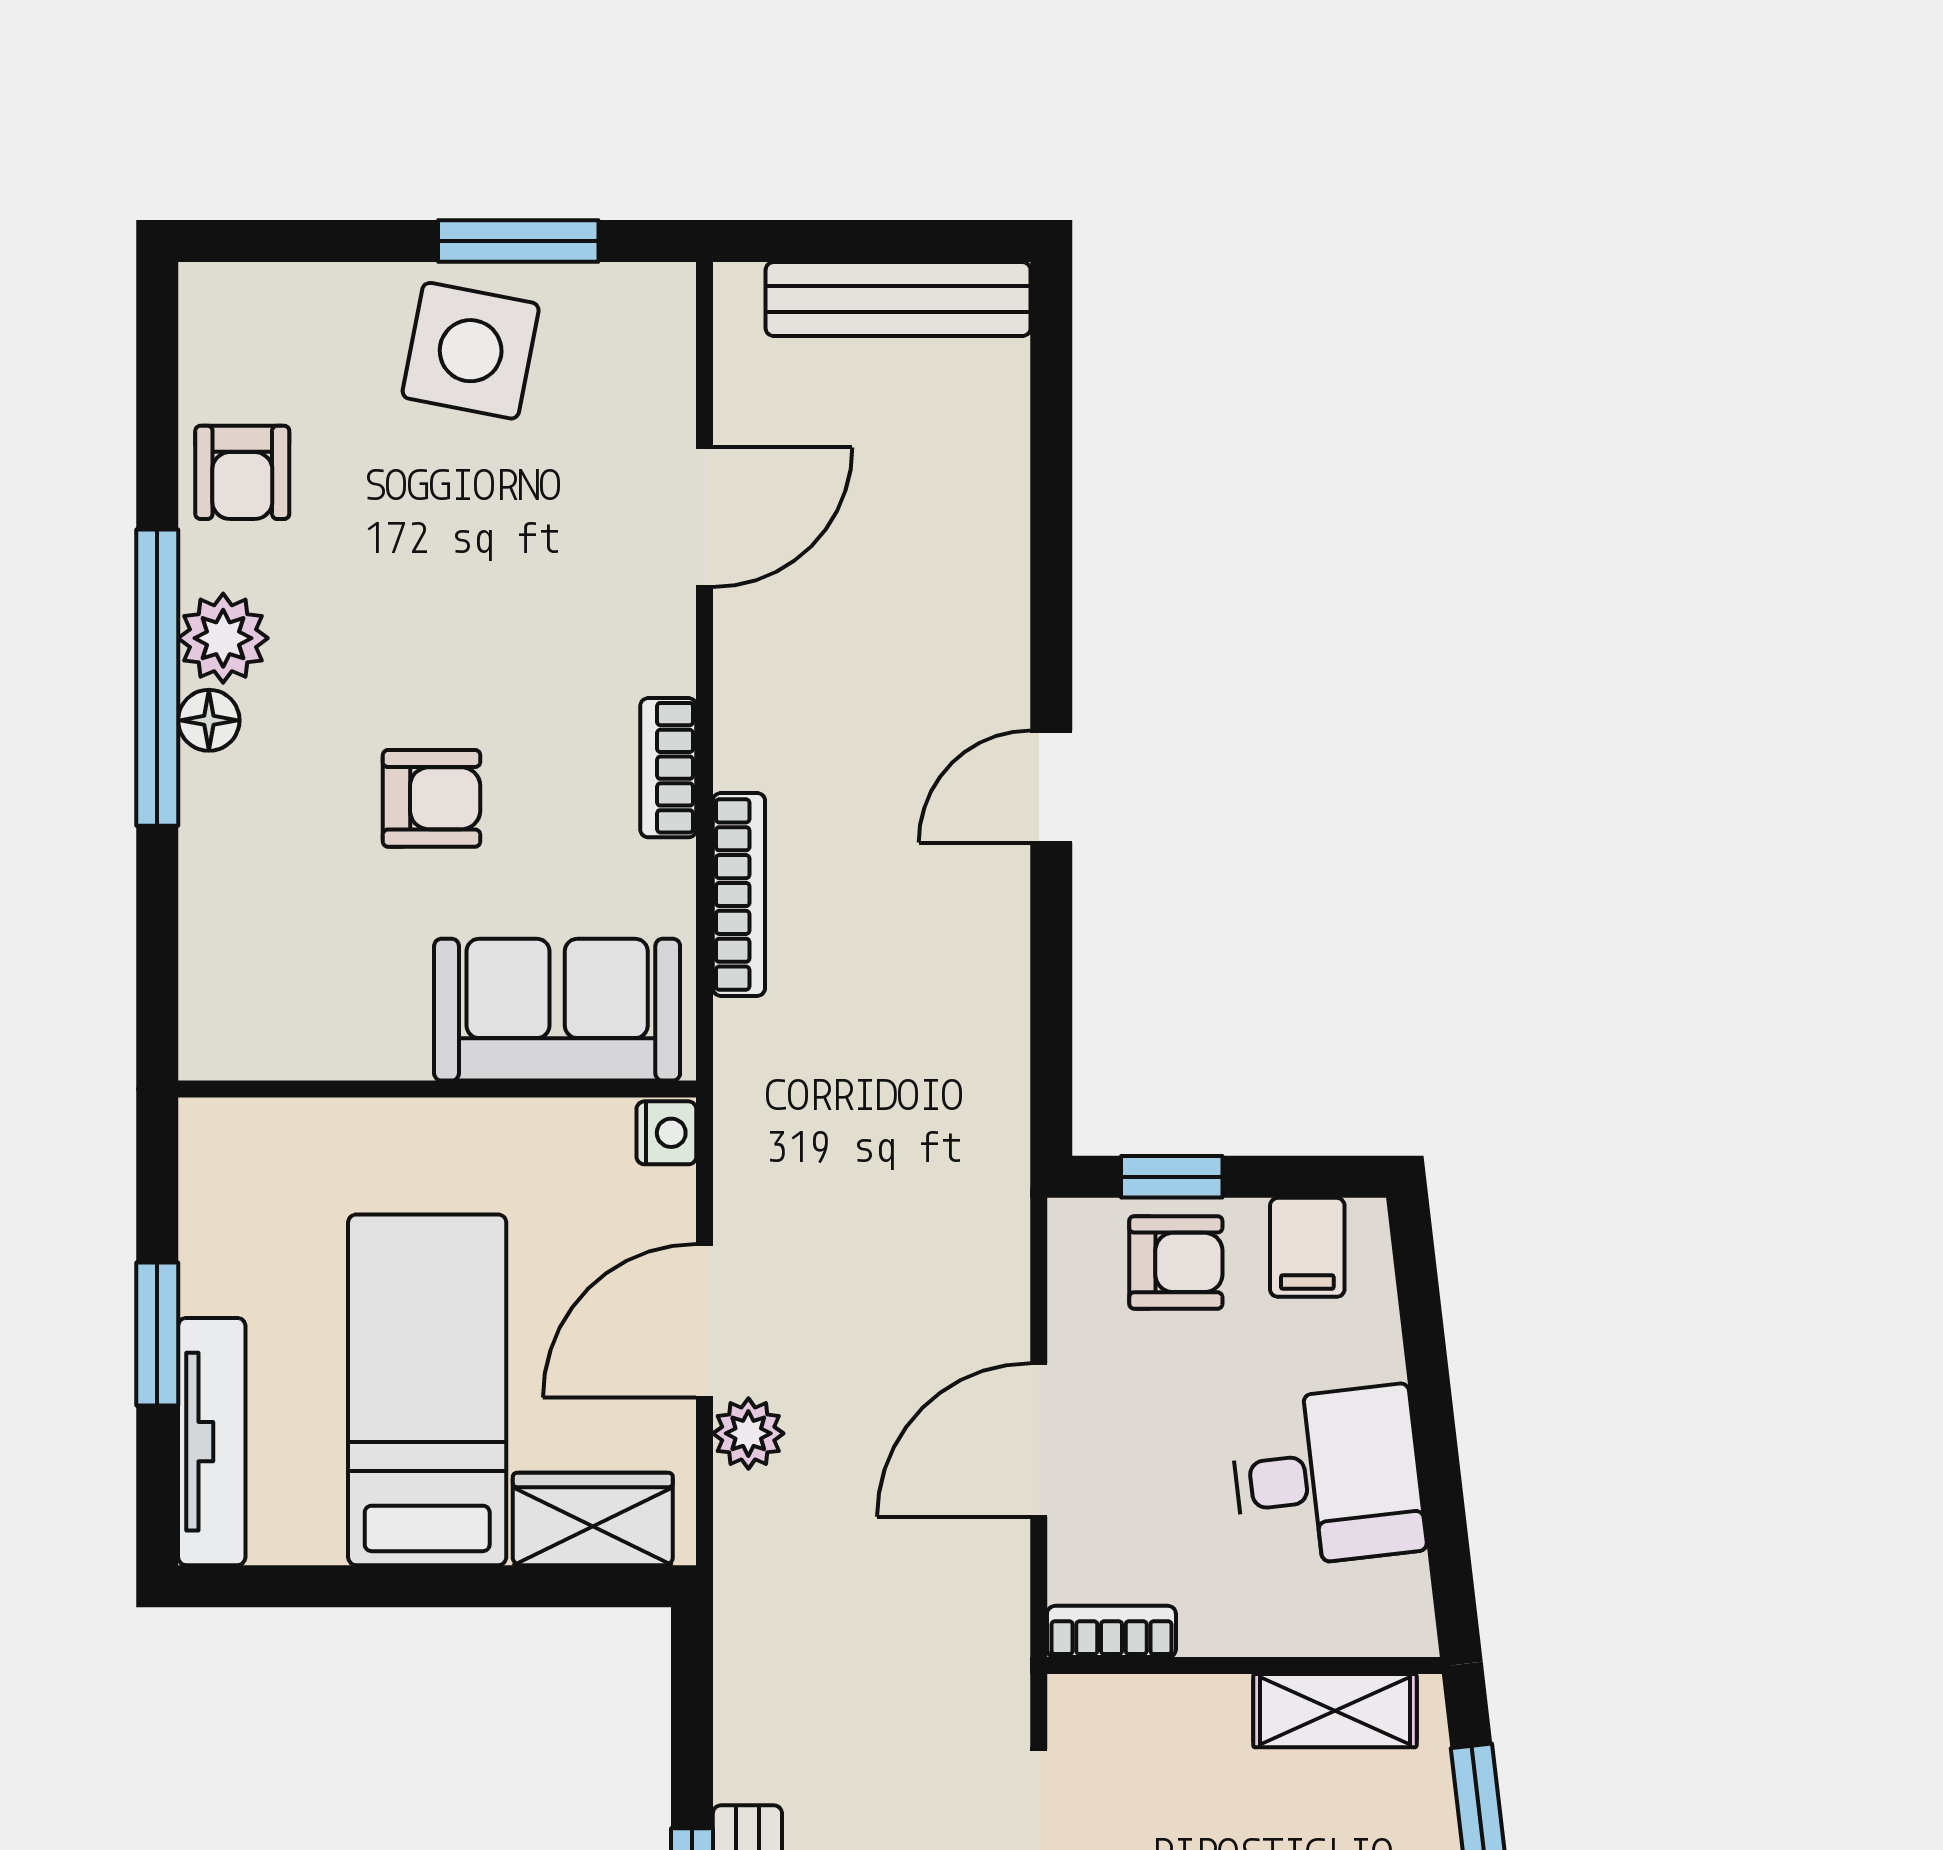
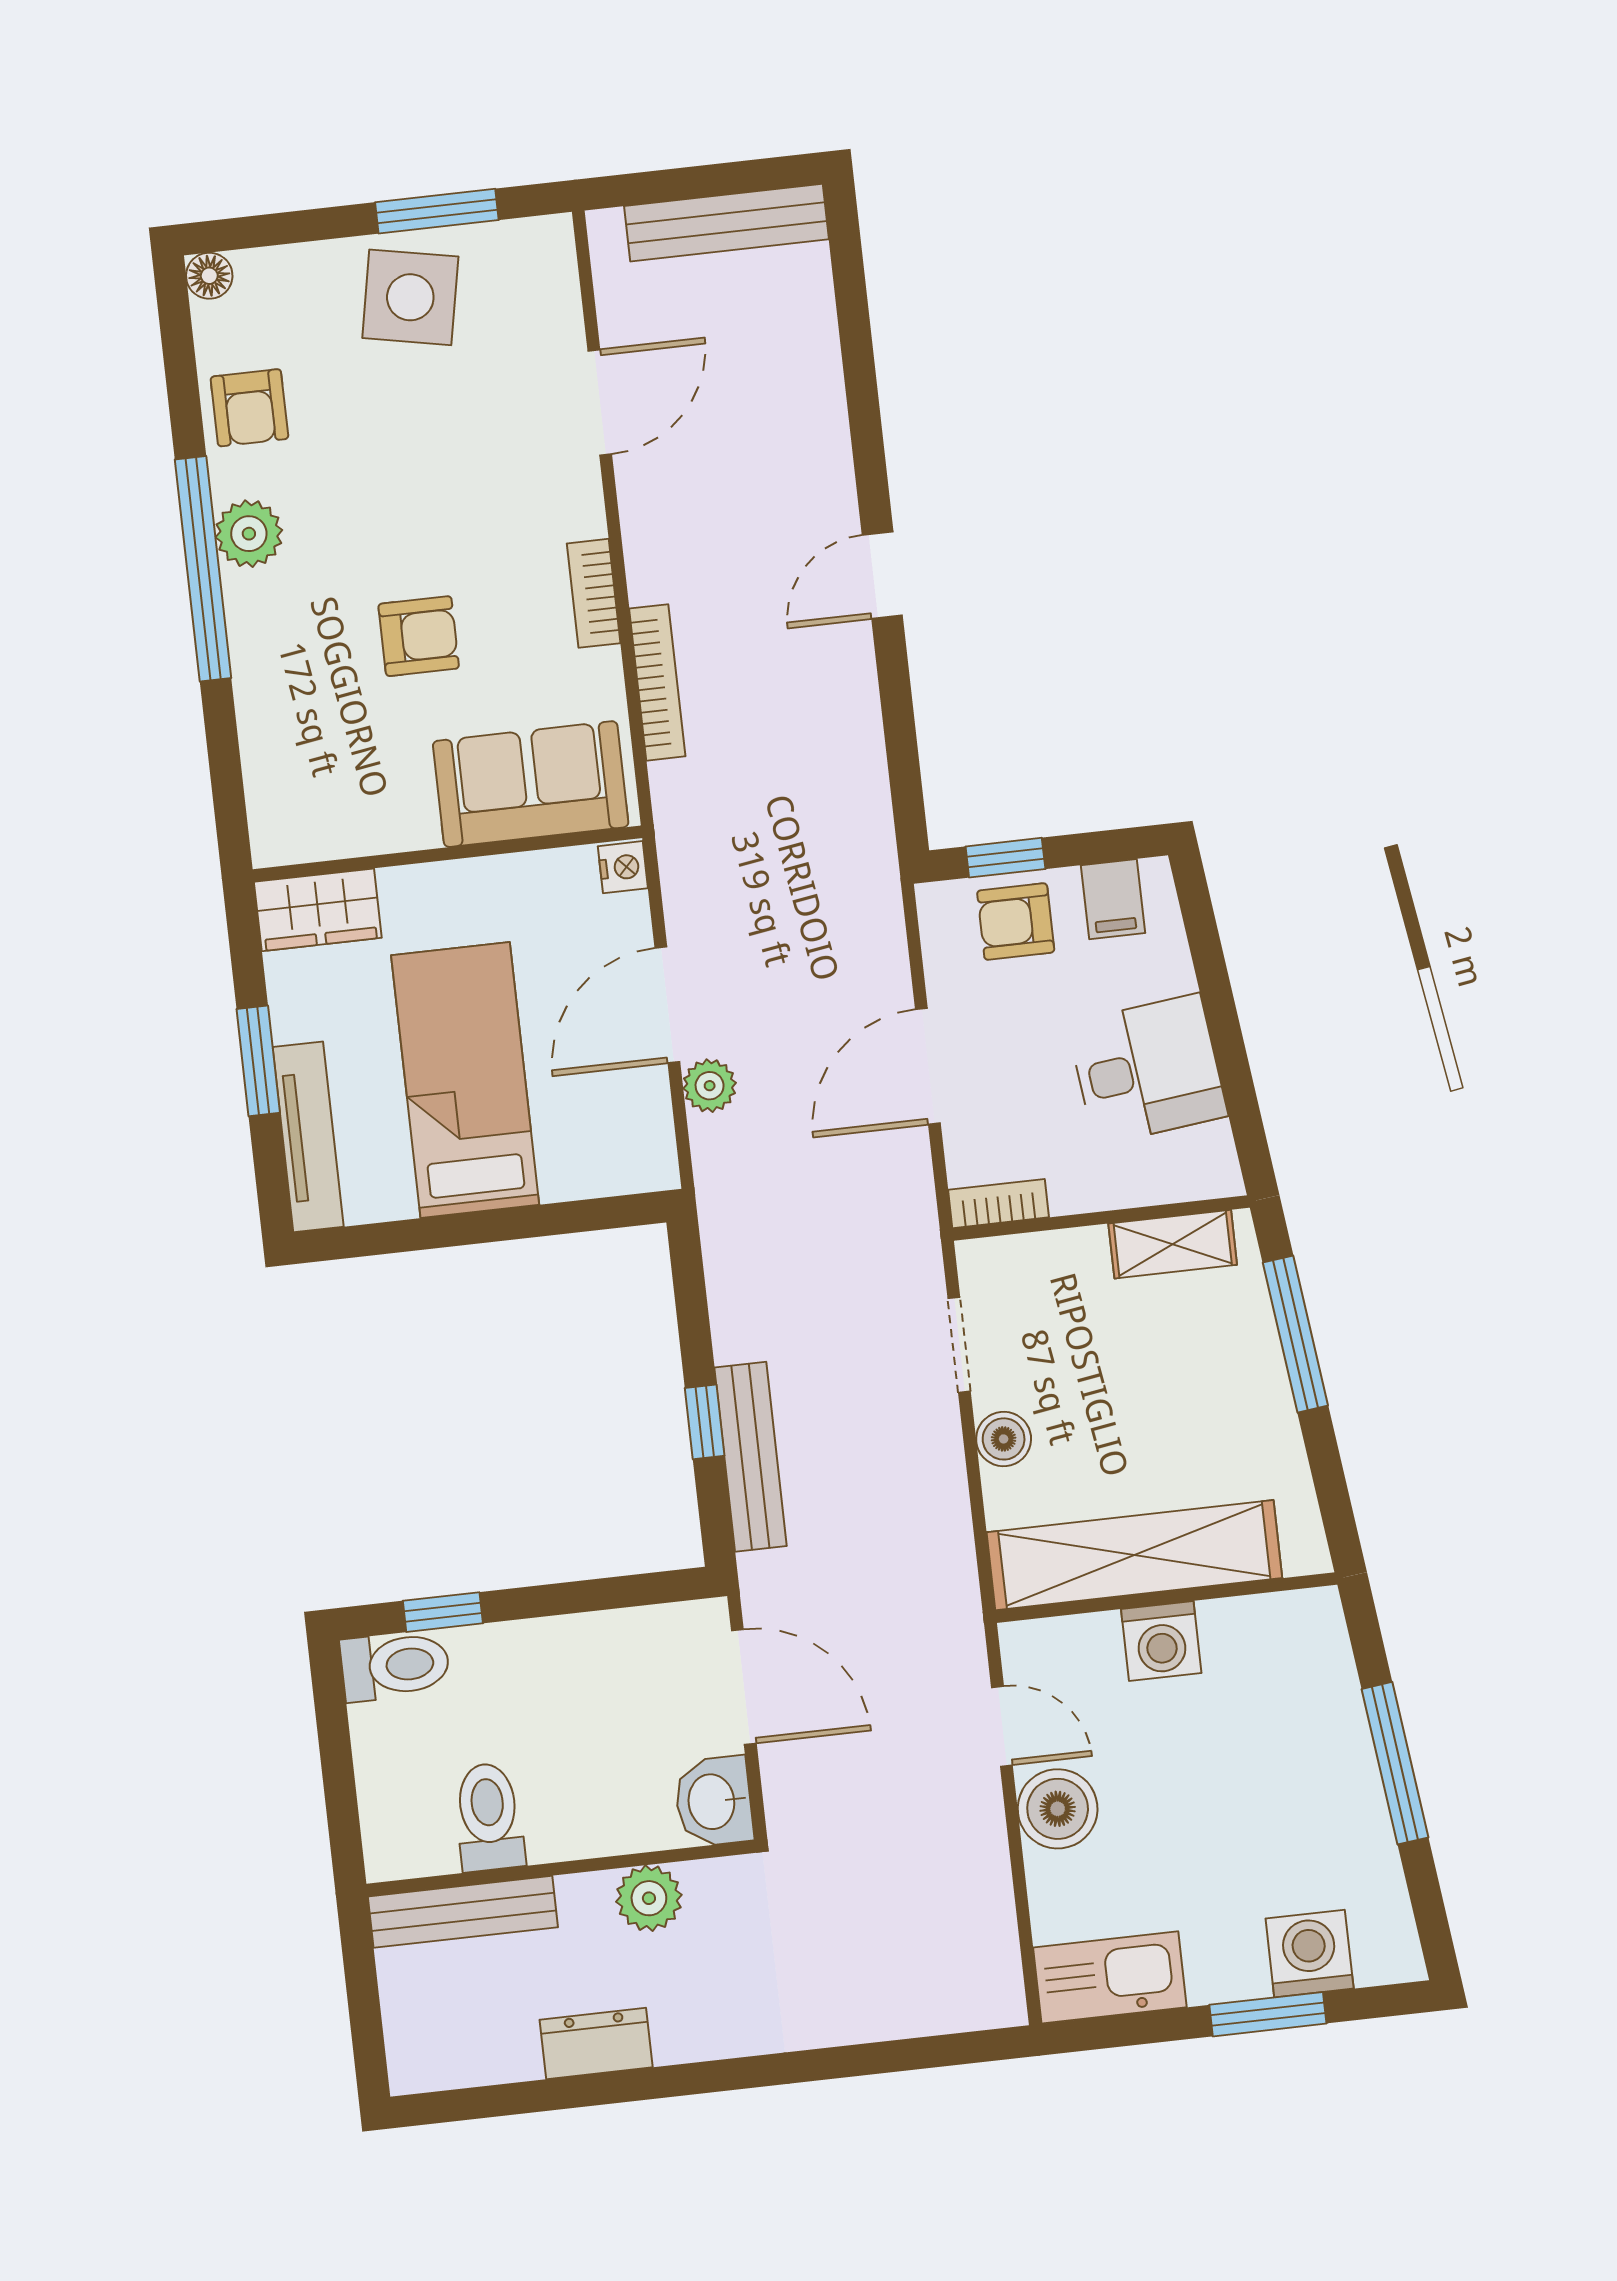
floor lamp: (209, 720) -> (209, 276), moved
armchair: (1176, 1262) -> (1016, 922), turned 180
wardrobe: (593, 1519) -> (318, 910), moved, turned 180

